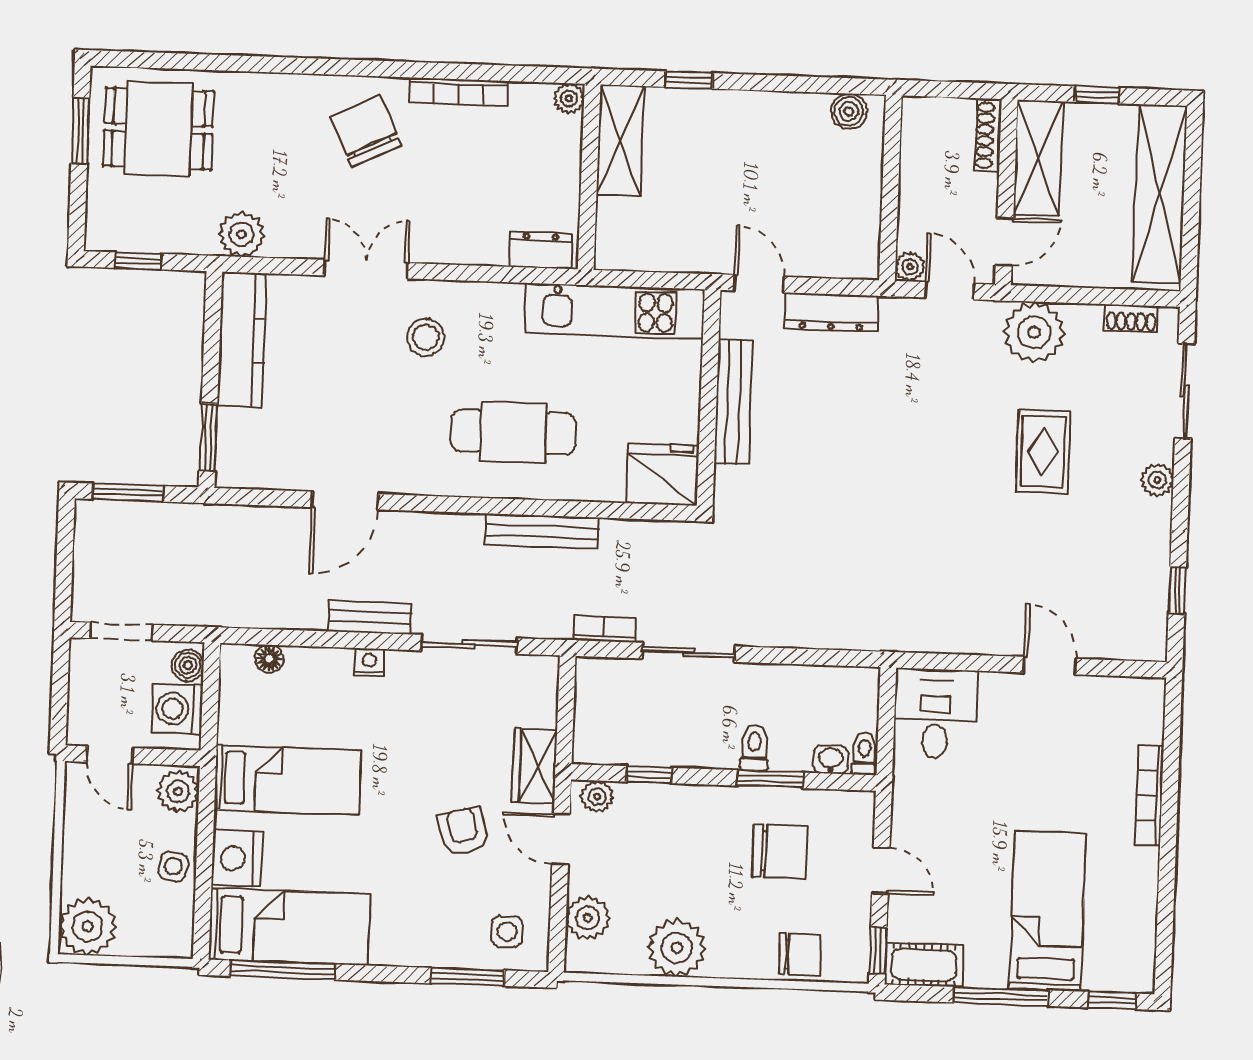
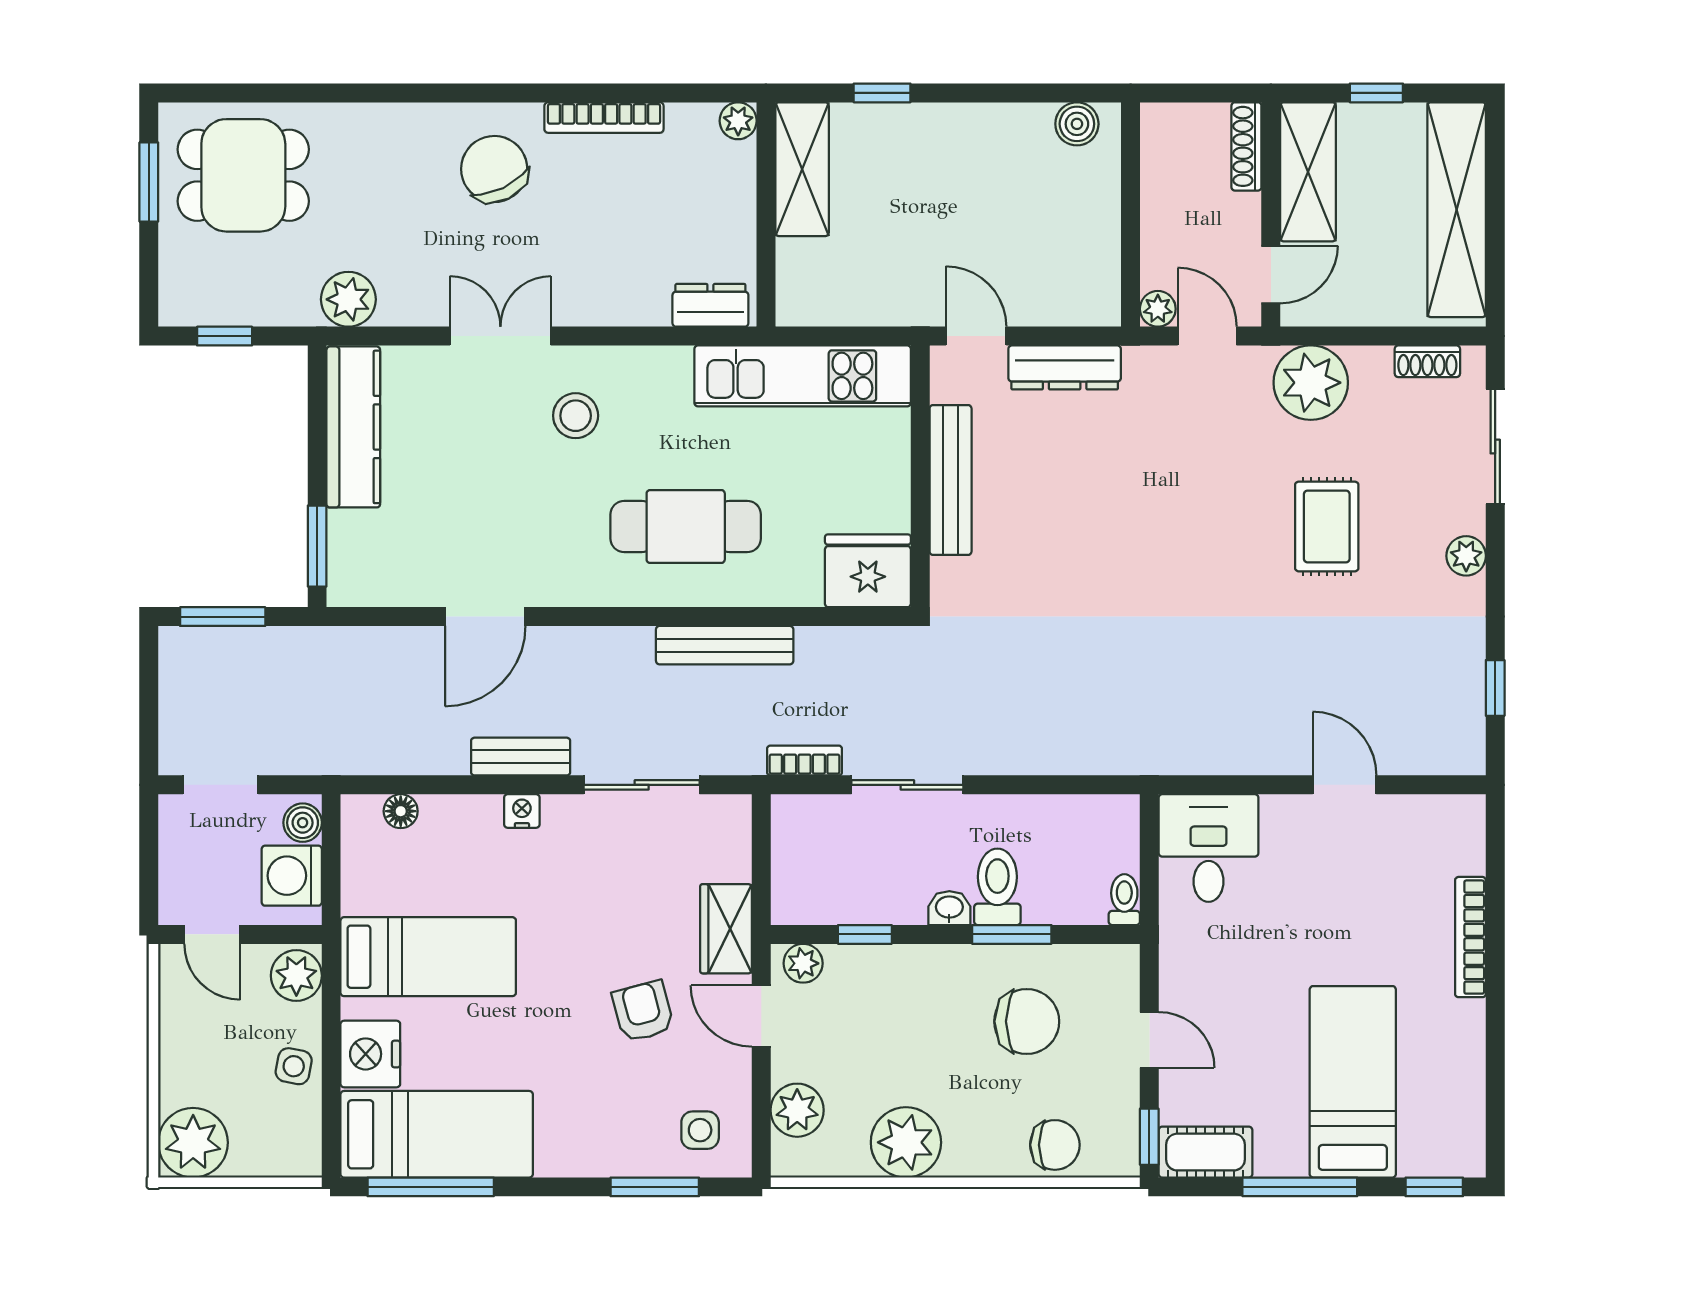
toilet: (754, 748) -> (997, 887), width x1.37, depth x1.39
washbasin: (831, 760) -> (949, 908), moved

